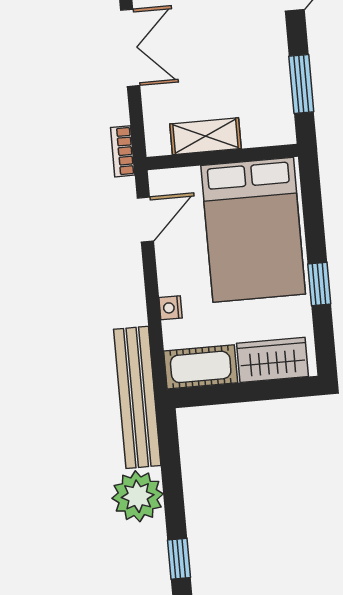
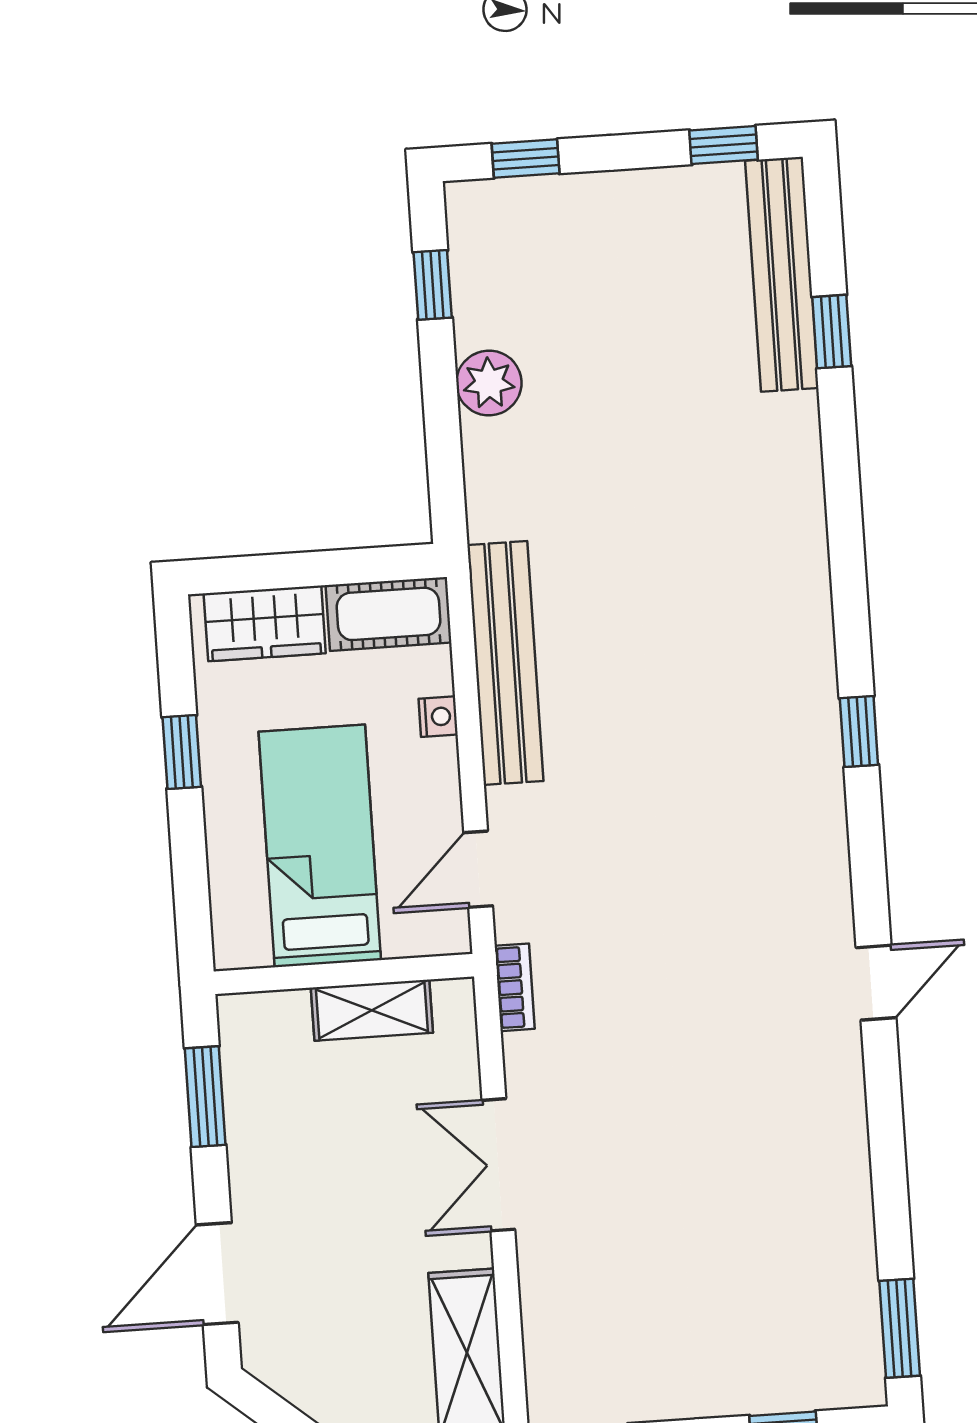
bed: (253, 230) -> (320, 846), width x0.67
bench: (137, 397) -> (505, 663), moved
plant: (138, 496) -> (489, 383), width x0.73, depth x0.73

